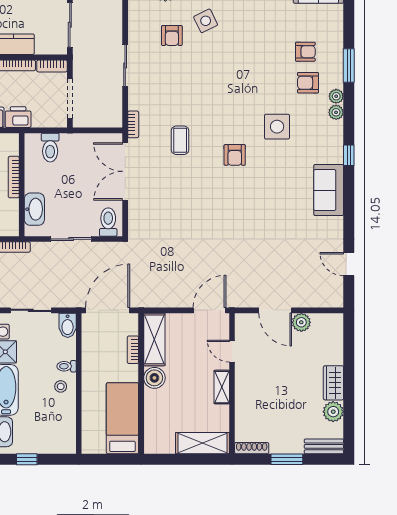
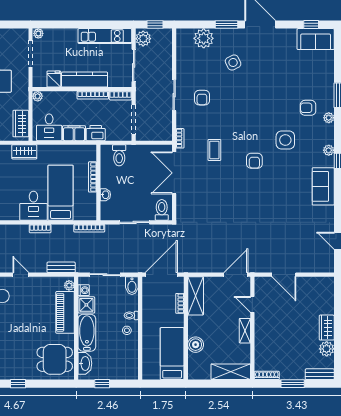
armchair: (172, 36) -> (202, 98), moved
armchair: (305, 52) -> (306, 85), removed
plant: (336, 112) -> (329, 150), moved
washbasin: (34, 209) -> (105, 195), width x0.52, depth x0.69
plant: (301, 322) -> (303, 283), removed
boiler: (154, 378) -> (196, 345), moved

